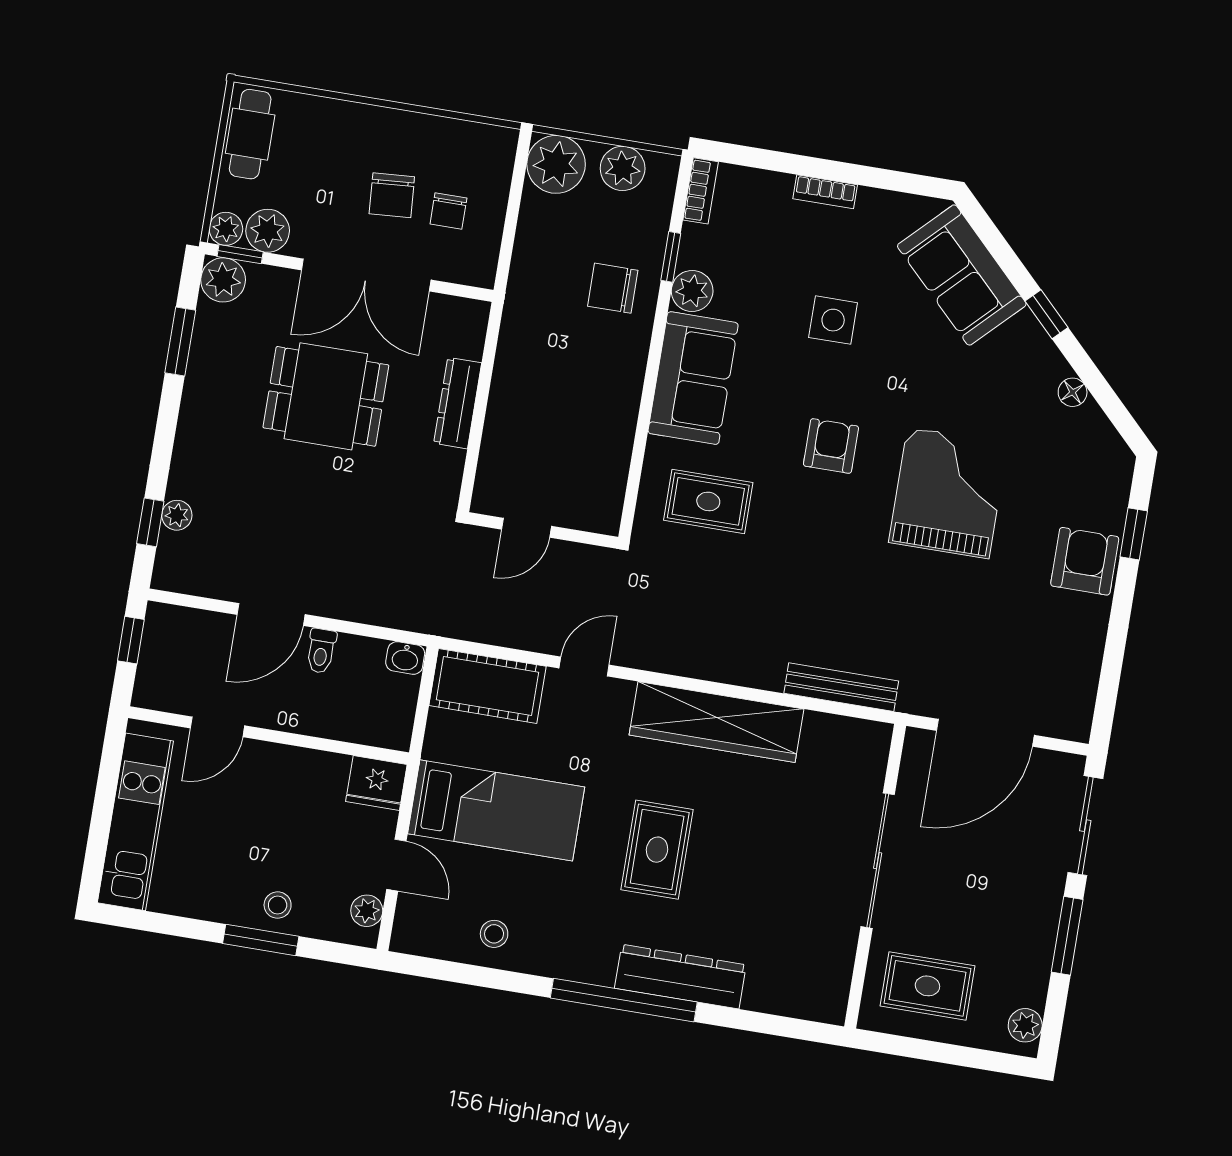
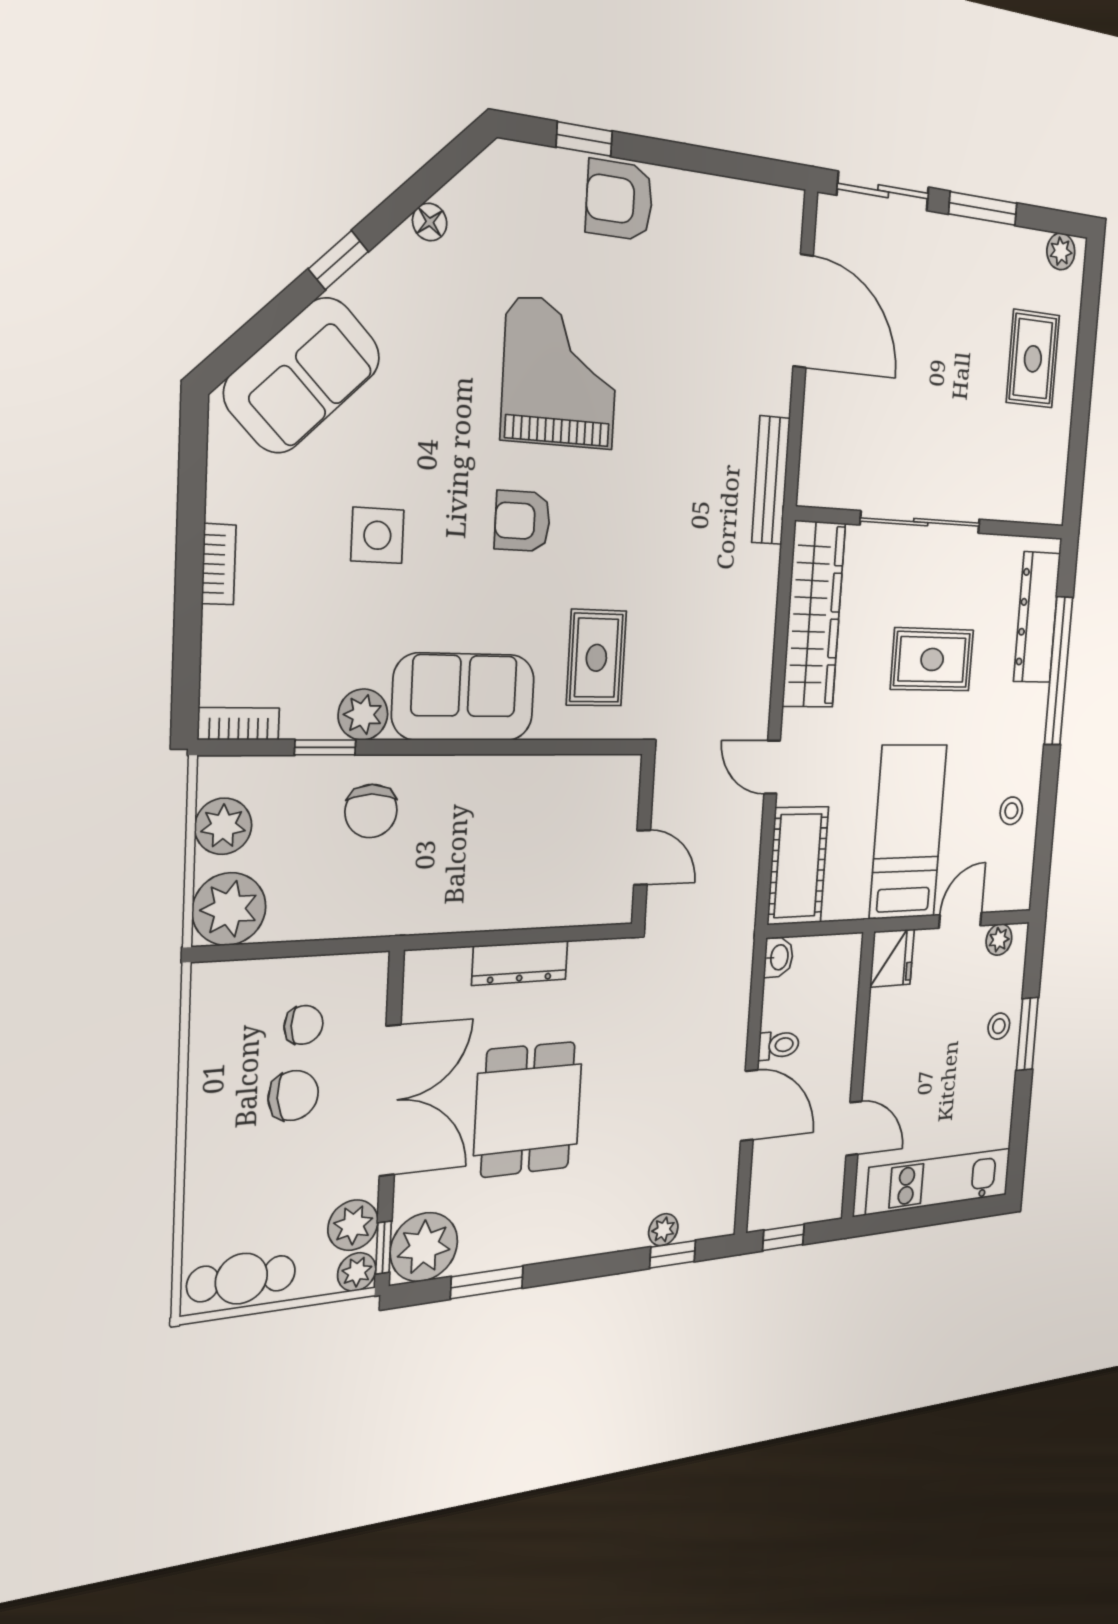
plant: (223, 280) -> (424, 1247), width x1.36, depth x1.36
grand piano: (948, 493) -> (560, 373), turned 90
sliding door: (878, 861) -> (921, 522), moved
wall: (875, 876) -> (934, 523), moved

